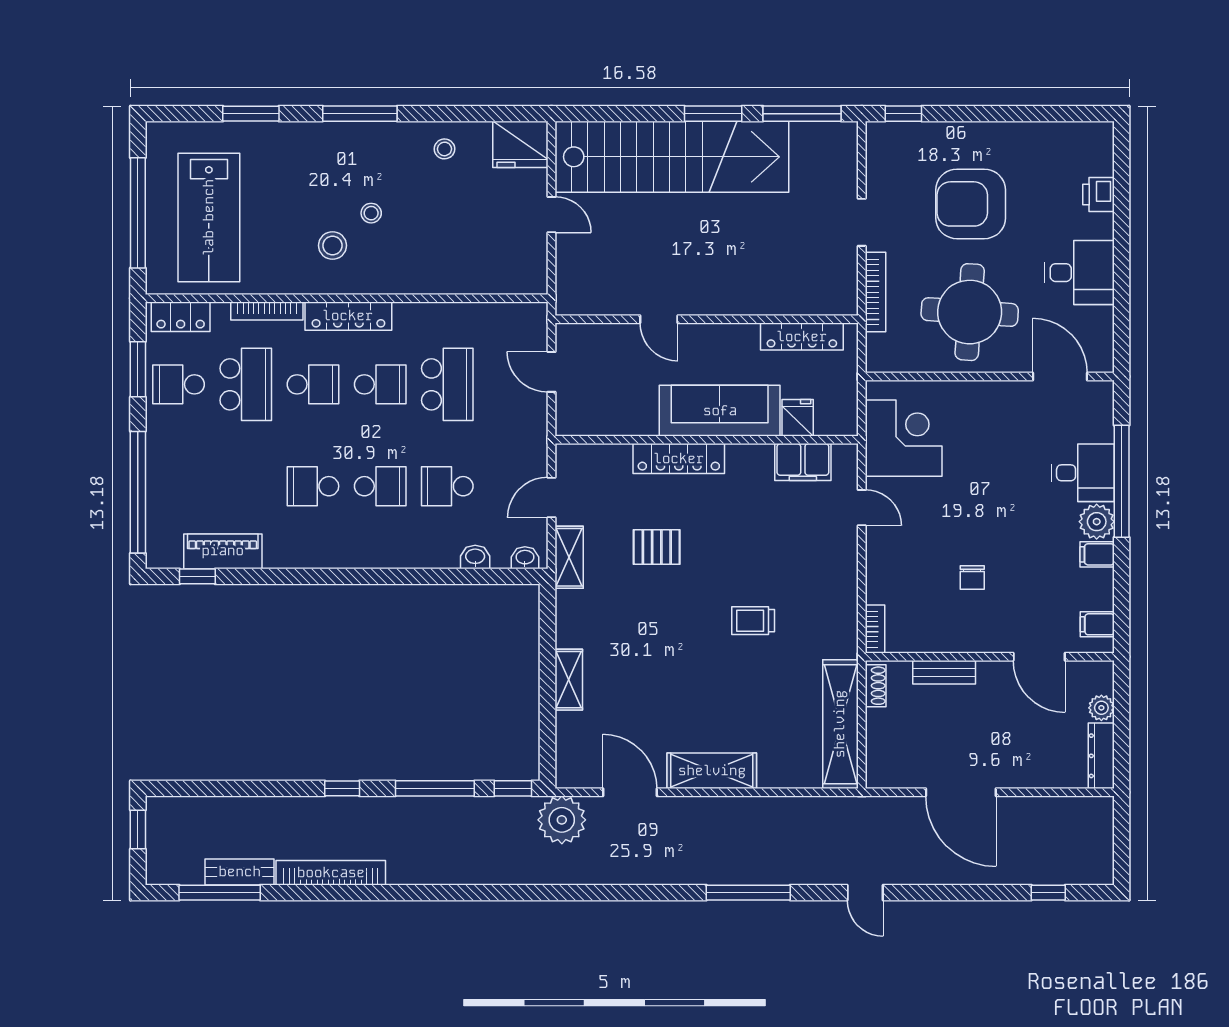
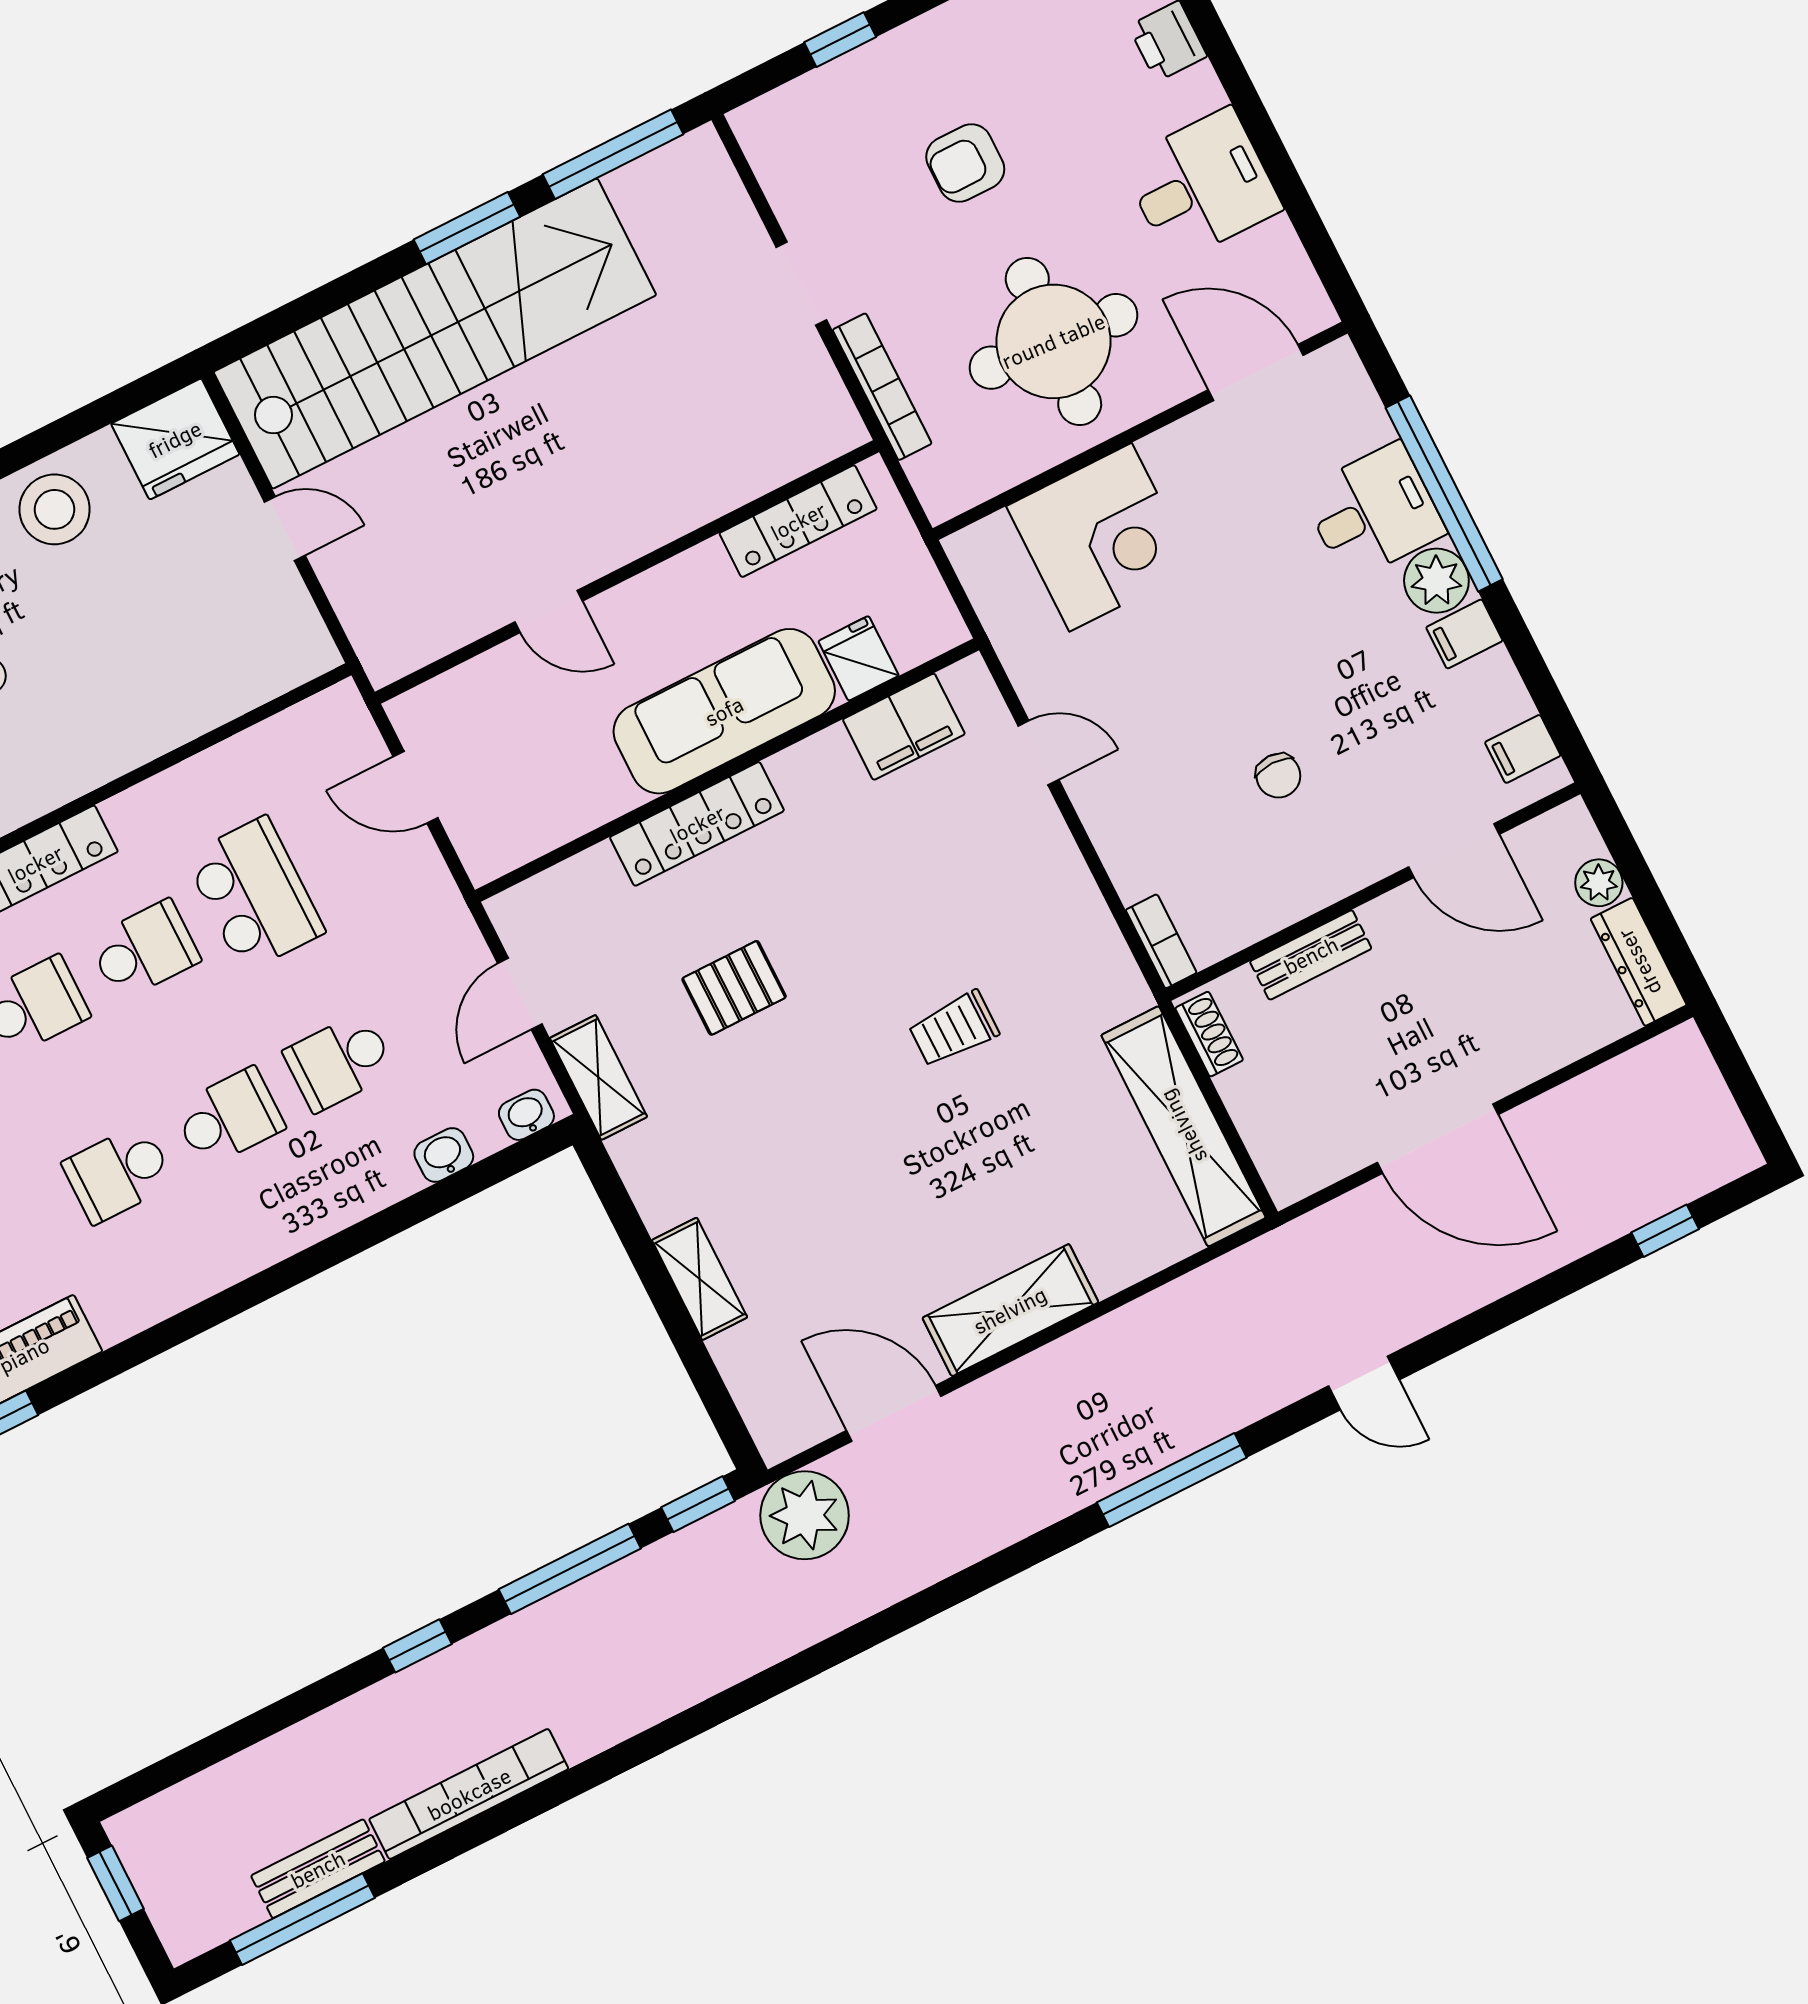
window: (903, 114) -> (840, 40), moved
stool: (445, 149) -> (55, 509), width x1.89, depth x1.89
armchair: (971, 204) -> (965, 163), width x0.53, depth x0.53
corner desk: (904, 438) -> (1101, 537), moved, turned 90

